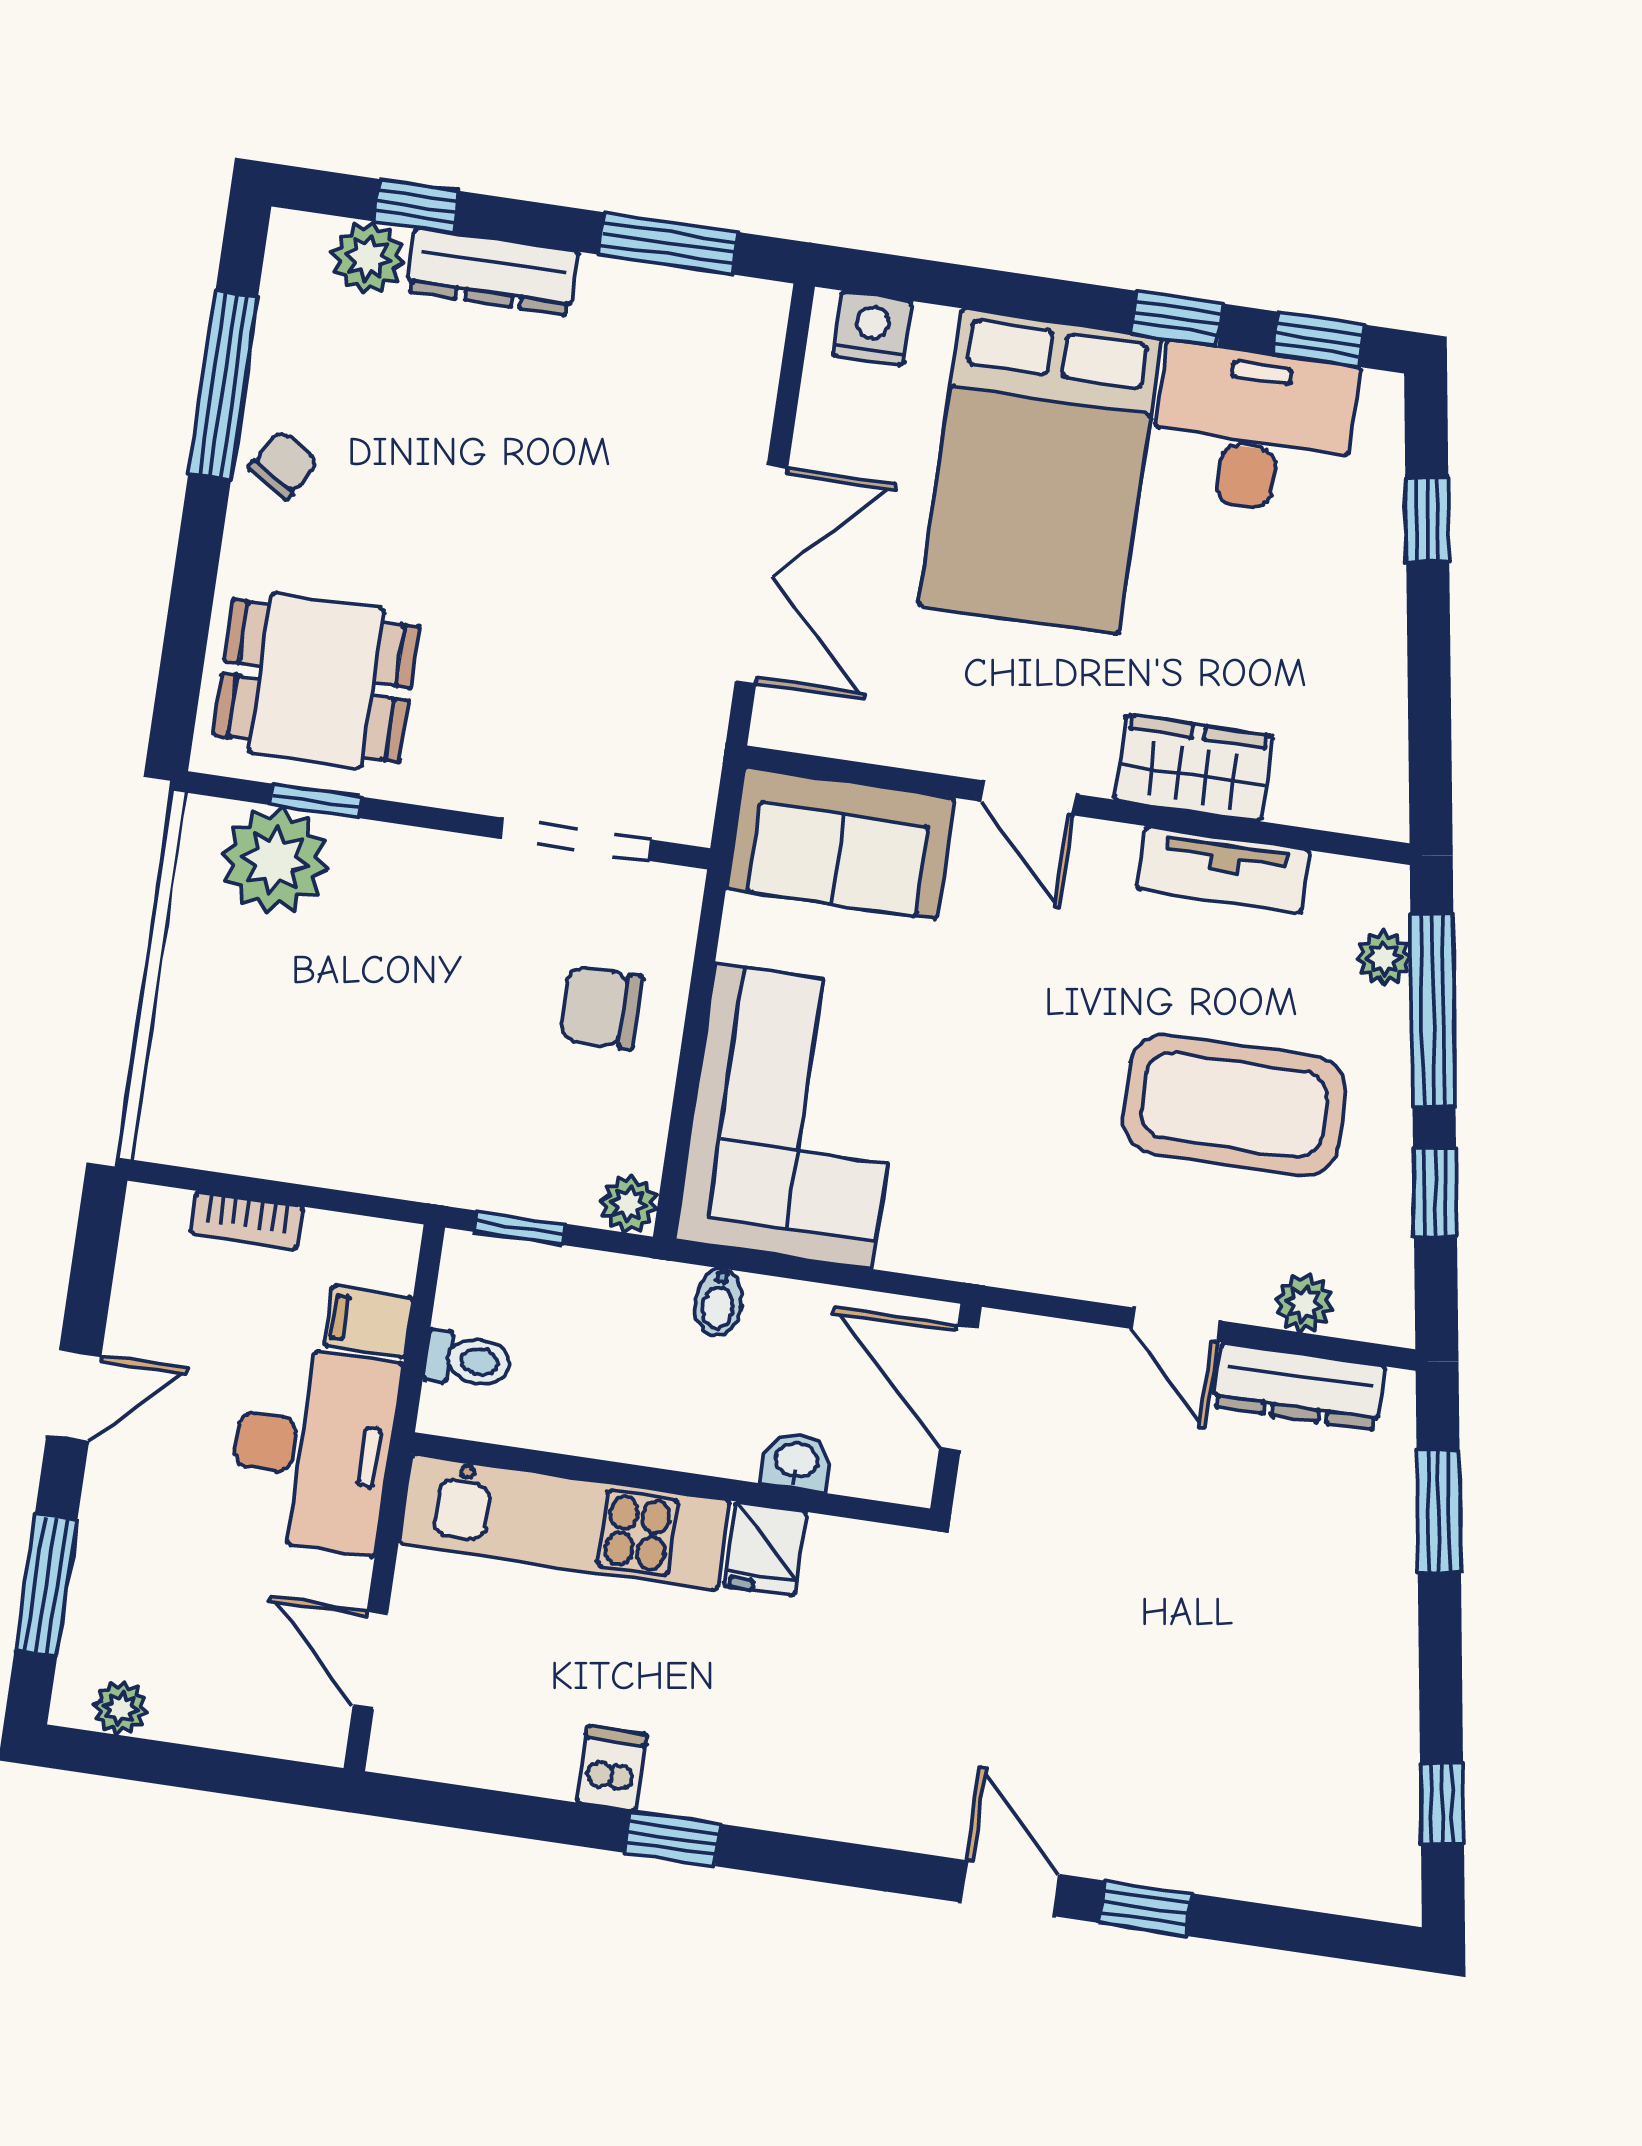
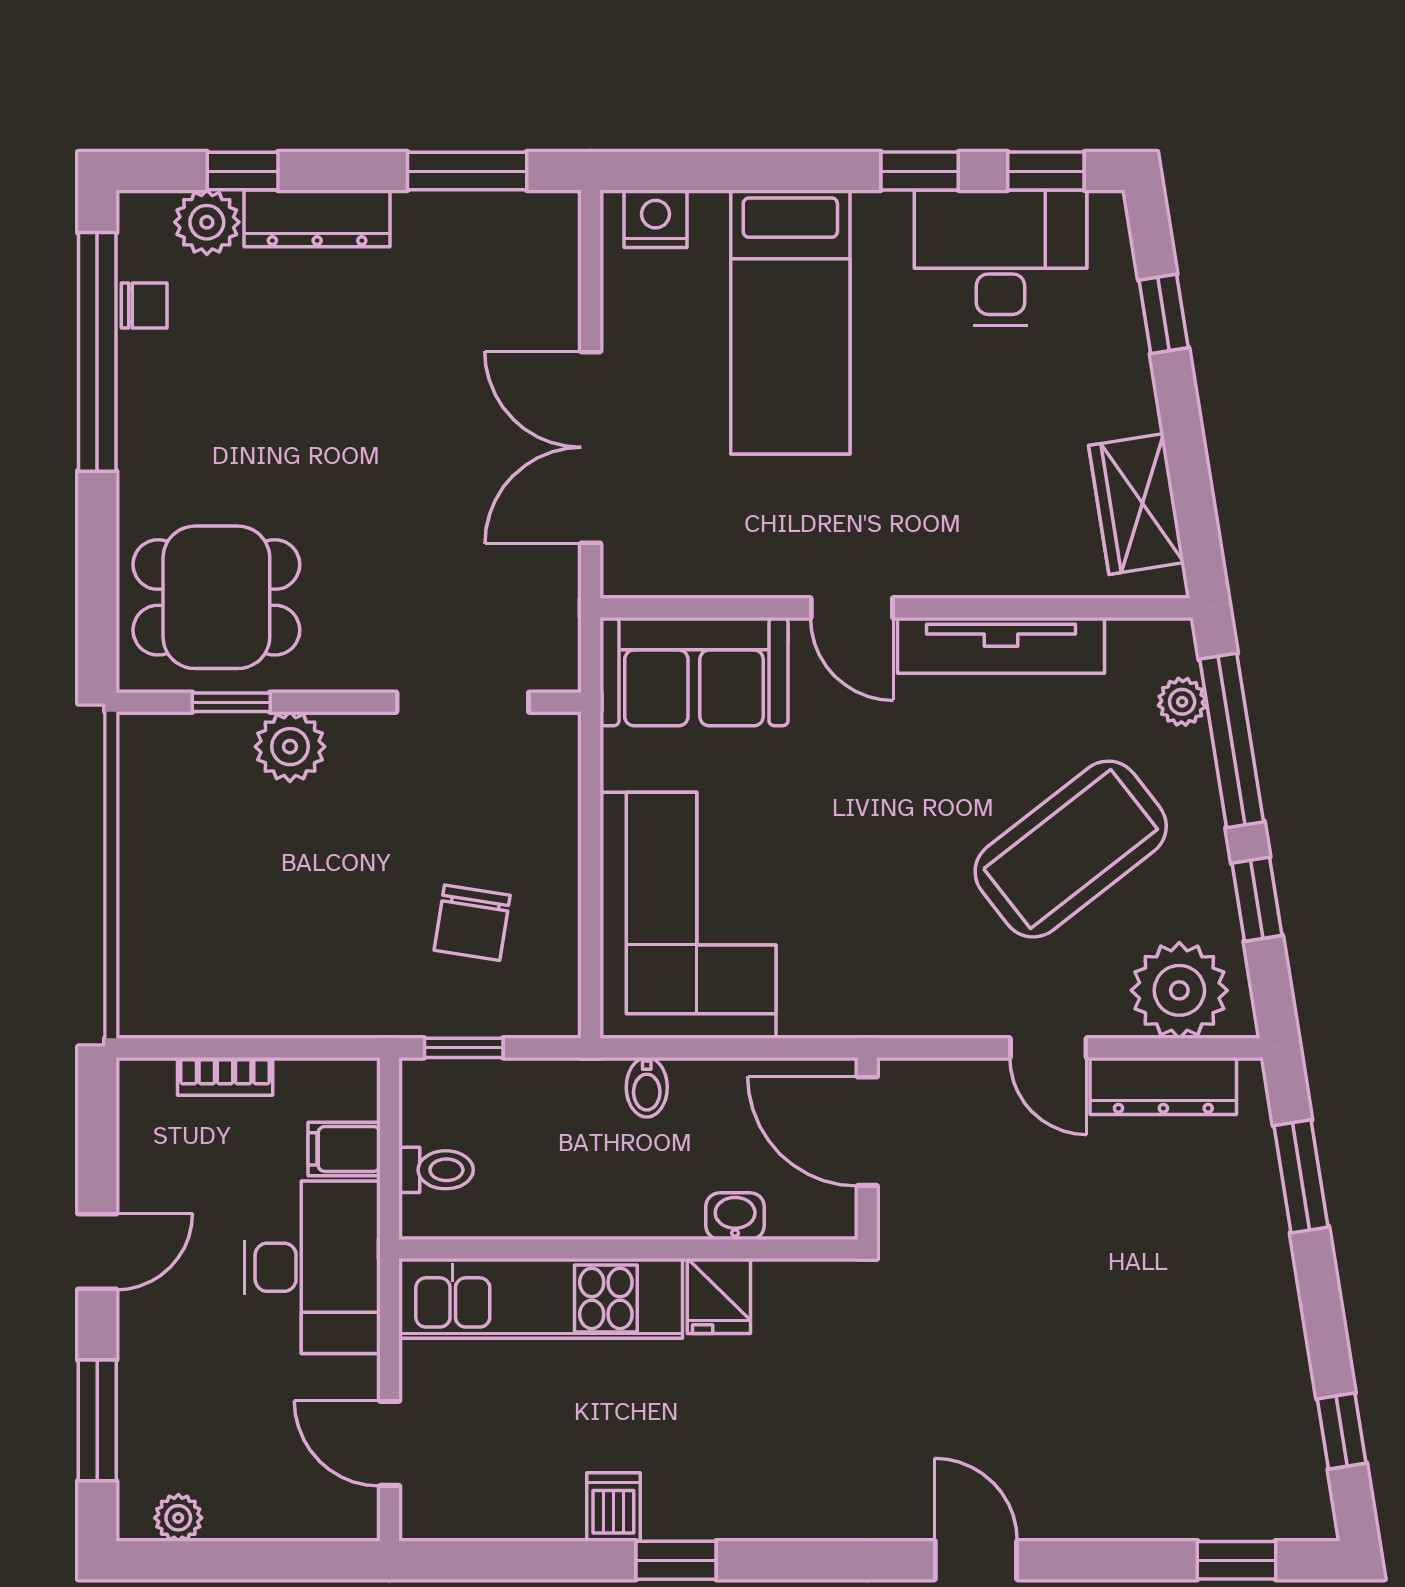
window: (223, 385) -> (97, 352), width x1.46
chair: (284, 465) -> (144, 306), moved, turned 58
bed: (1040, 472) -> (790, 322), width x0.67
double door: (762, 574) -> (591, 447), swing flipped
wardrobe: (1194, 768) -> (1136, 504), moved, turned -99
plant: (275, 860) -> (290, 747), moved, width x0.73, depth x0.73
tv unit: (1223, 870) -> (1001, 645), width x1.41
chair: (601, 1007) -> (472, 923), moved, turned -81
coffee table: (1234, 1105) -> (1071, 849), turned -38
plant: (629, 1204) -> (556, 1013), removed
plant: (1304, 1303) -> (1179, 990), width x1.87, depth x1.87
window: (1145, 1908) -> (1236, 1560), moved

